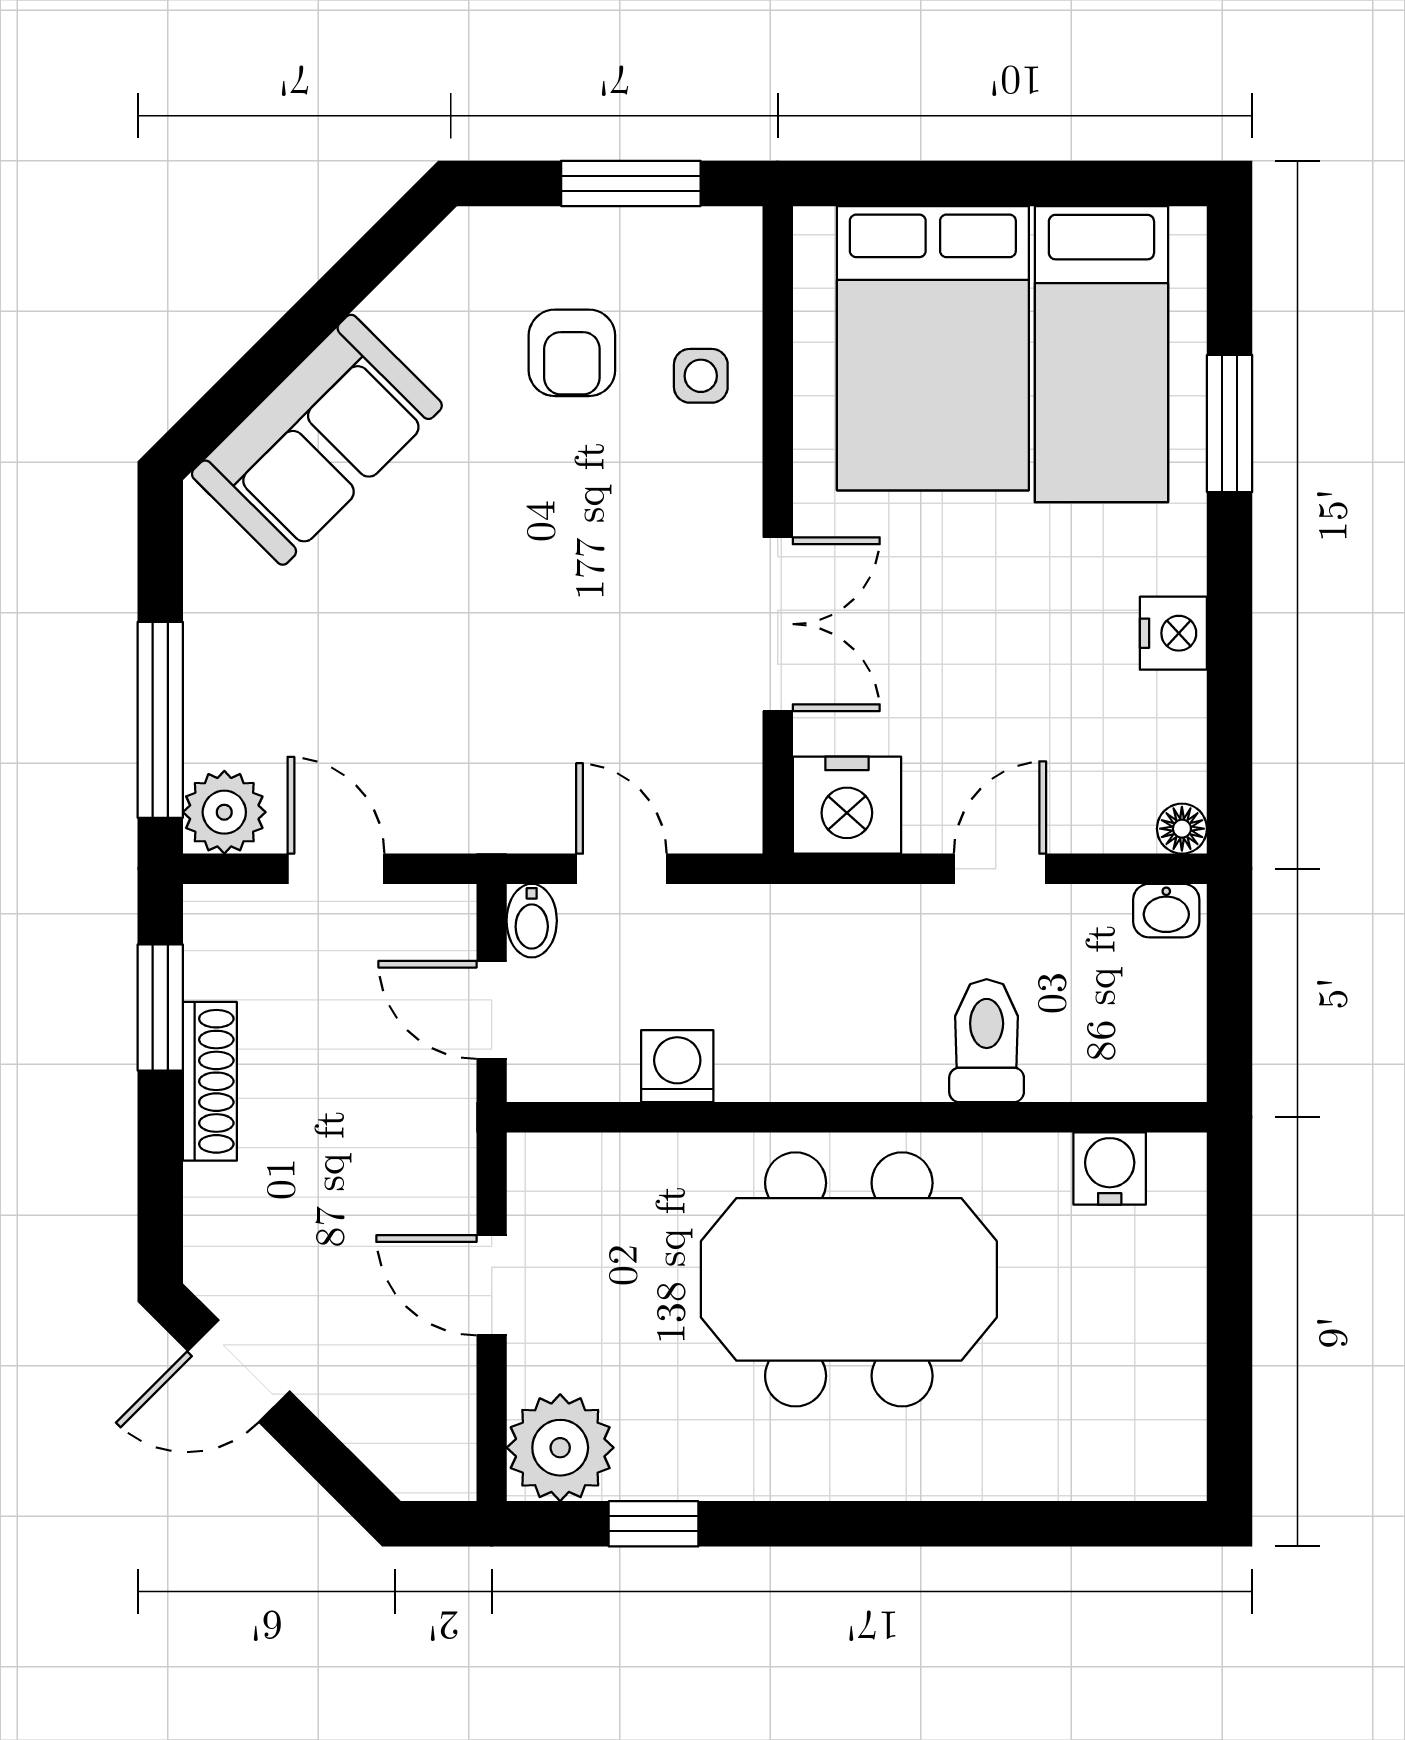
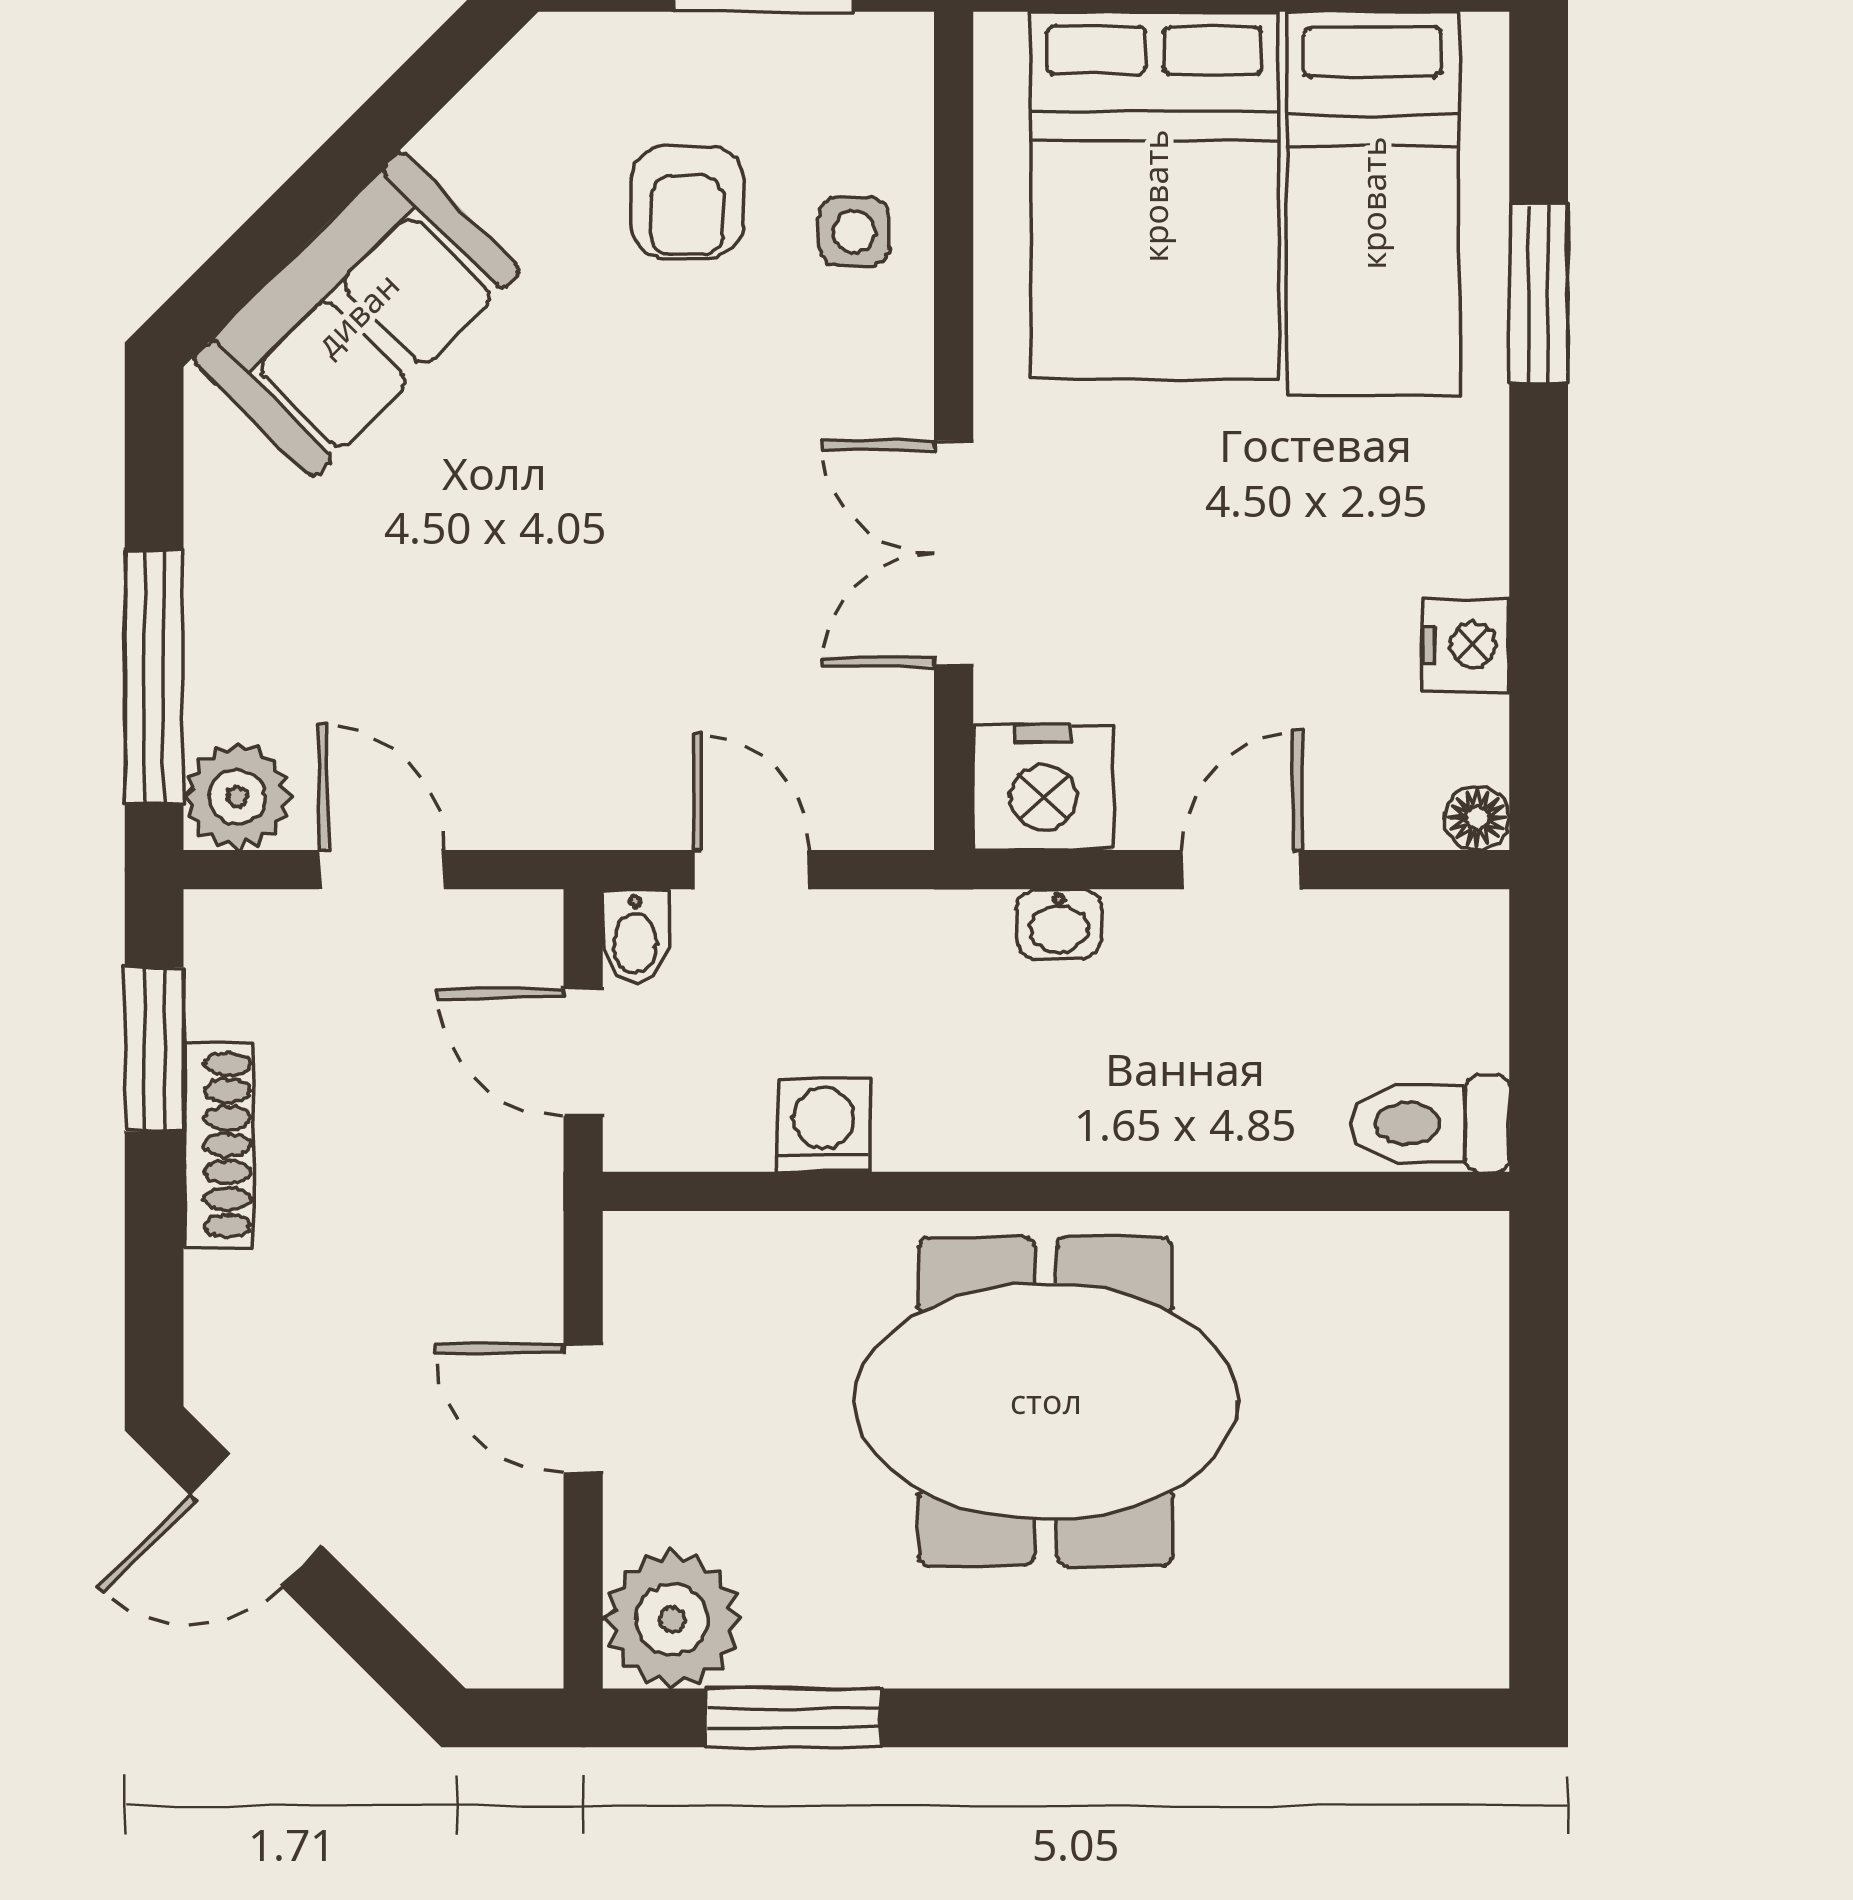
double door: (778, 624) -> (954, 553), swing flipped
nightstand: (1173, 633) -> (1466, 645), moved
washbasin: (1166, 911) -> (1059, 924), moved
toilet: (987, 1041) -> (1430, 1124), moved, turned -90
water cooler: (1110, 1168) -> (1383, 1258), removed
window: (654, 1524) -> (793, 1718), width x1.50

